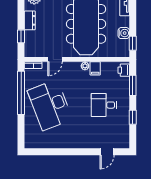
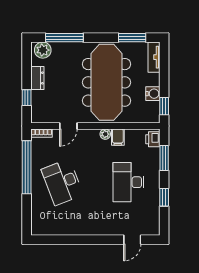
desk: (50, 105) -> (62, 182), width x0.73, depth x0.77
desk: (104, 105) -> (128, 182), width x1.37

